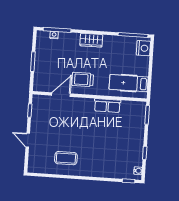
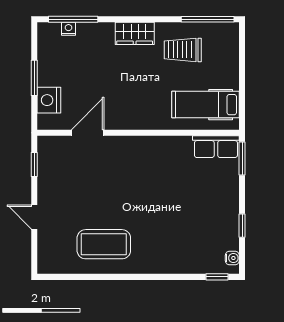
nightstand: (143, 48) -> (49, 100), moved, turned 180
trolley: (83, 79) -> (183, 50), moved
row of seats: (107, 106) -> (216, 147), moved
coffee table: (66, 158) -> (104, 244), width x1.36, depth x1.32

